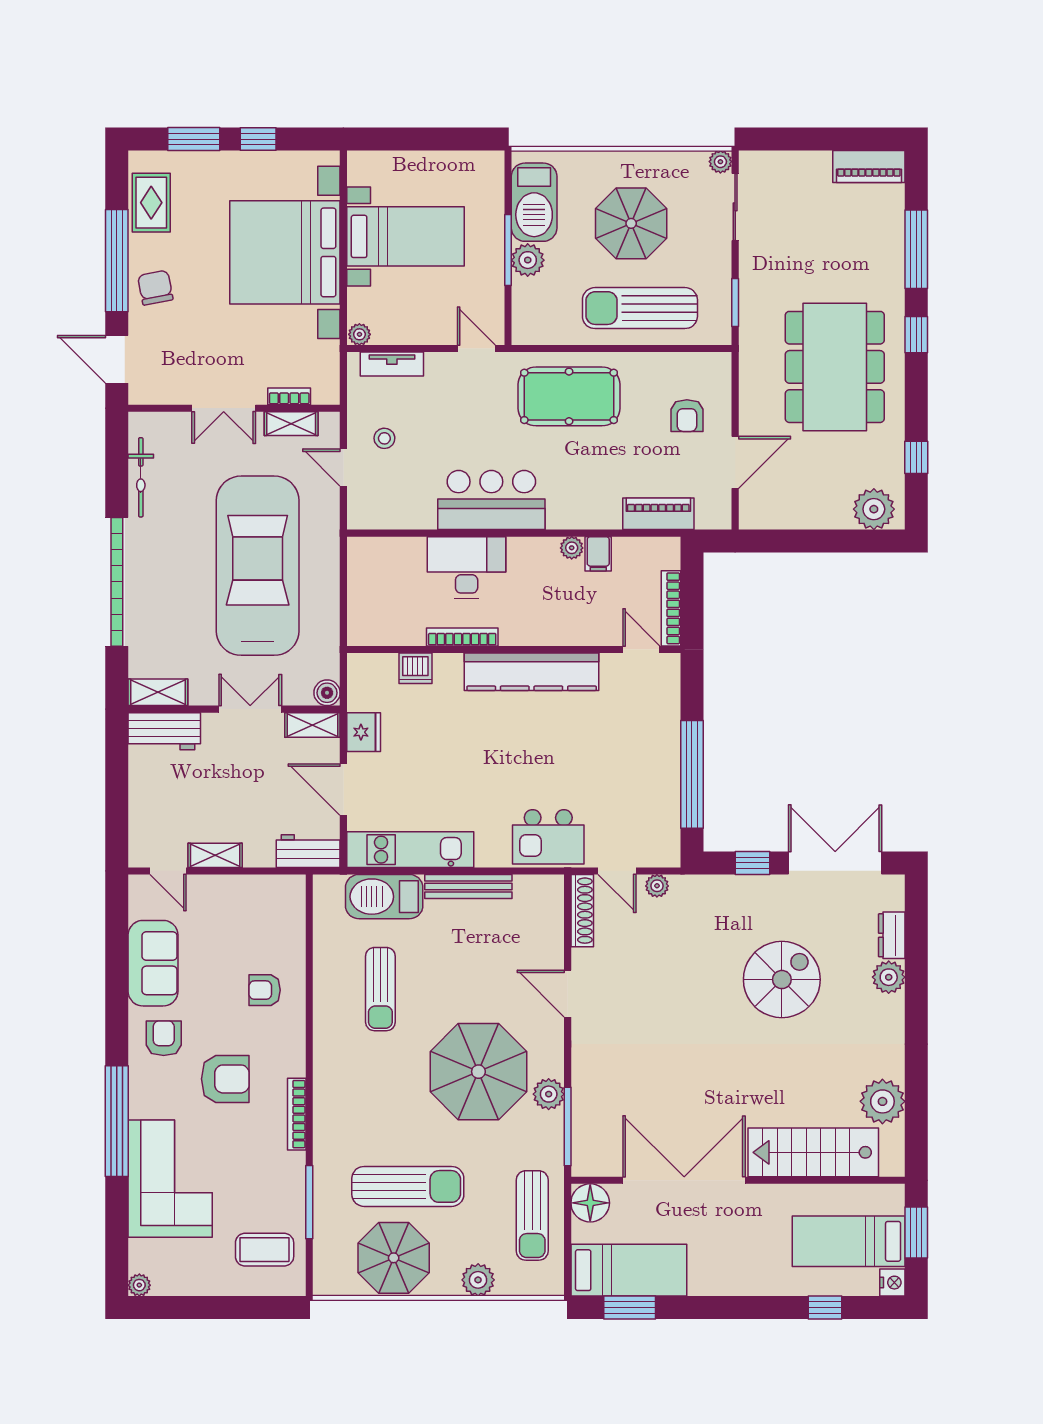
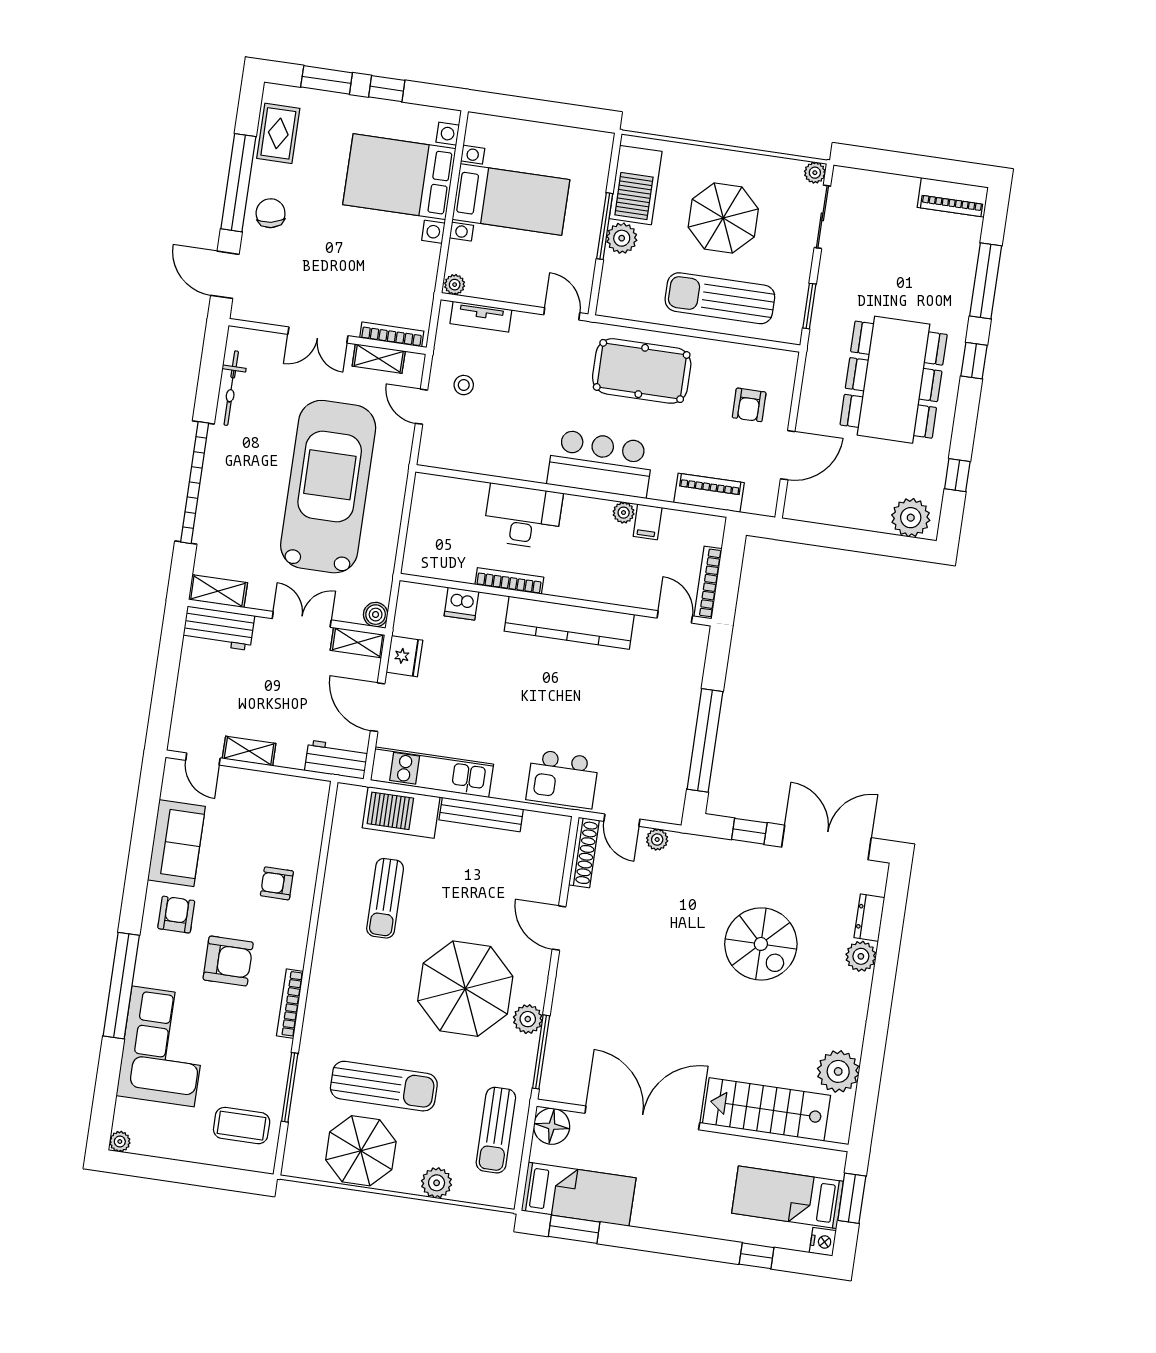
bed with nightstands: (285, 252) -> (399, 177), width x0.73
bookcase: (289, 396) -> (392, 334), width x1.56
bar counter: (491, 500) -> (600, 464), moved
spiral stairs: (782, 980) -> (761, 944), turned 90

